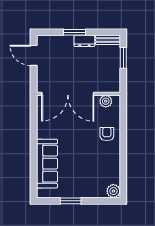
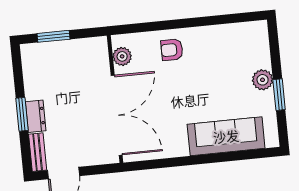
bench: (108, 40) -> (38, 152), moved
dresser: (84, 41) -> (36, 116), moved
plant: (113, 191) -> (263, 80), moved

